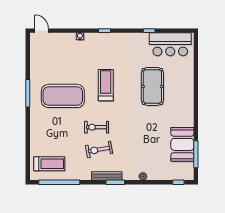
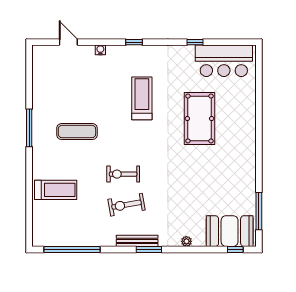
door: (42, 31) -> (68, 42), moved
treadmill: (106, 85) -> (142, 98), moved
exercise mat: (63, 96) -> (77, 132), width x0.50, depth x0.69
booth: (182, 144) -> (230, 231), moved, turned 90
treadmill: (49, 164) -> (56, 190), moved

